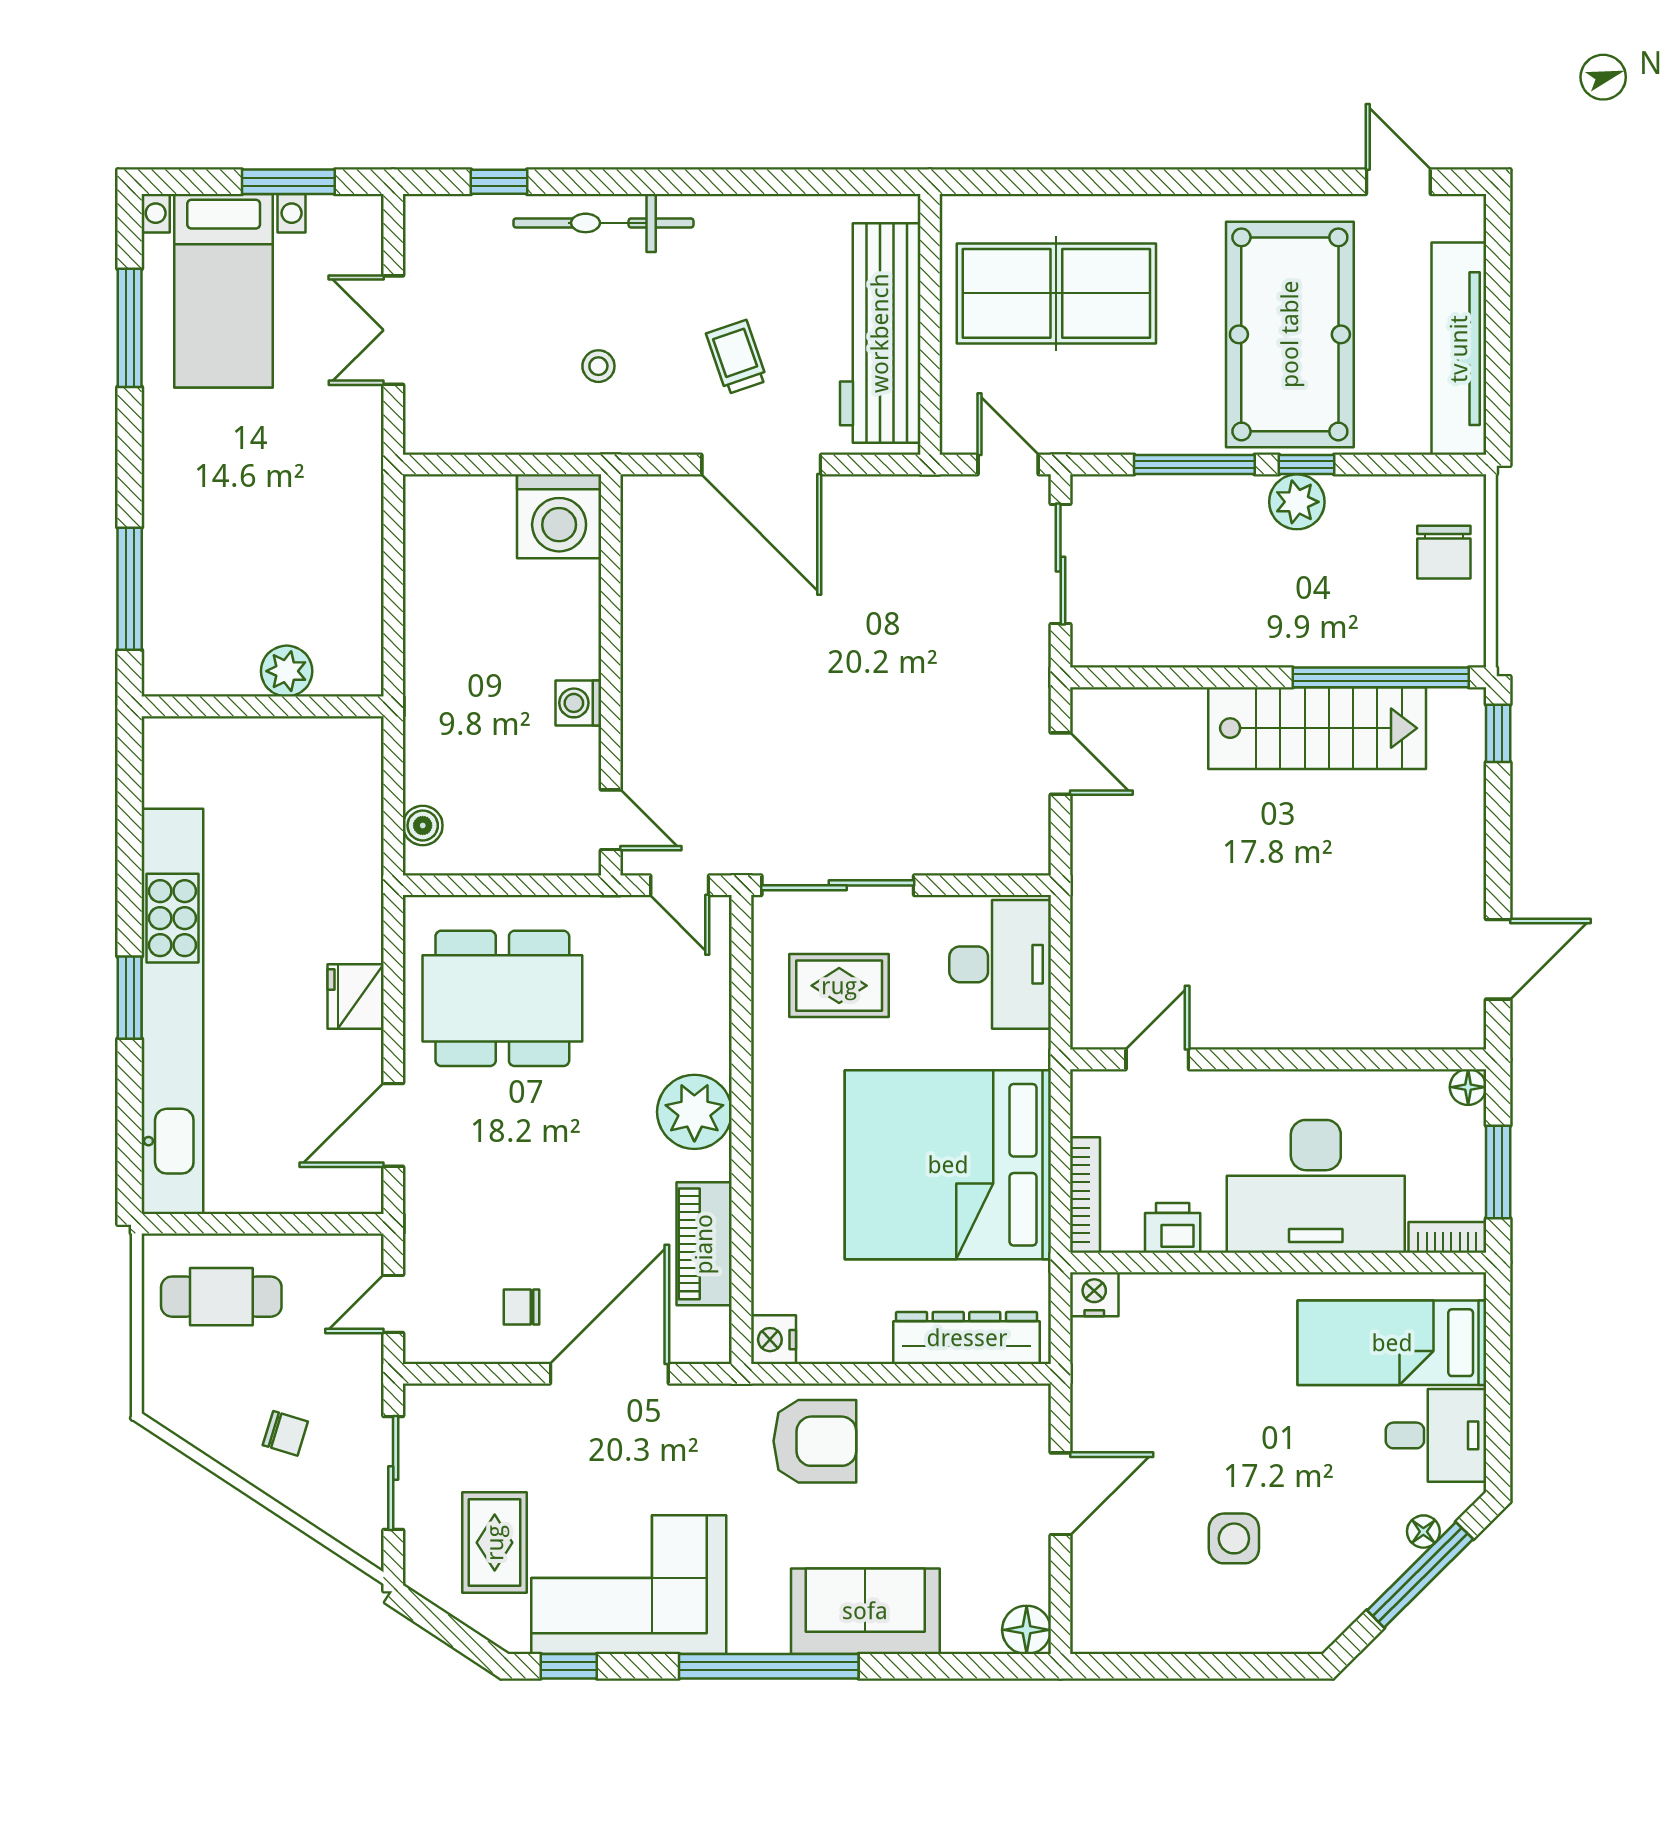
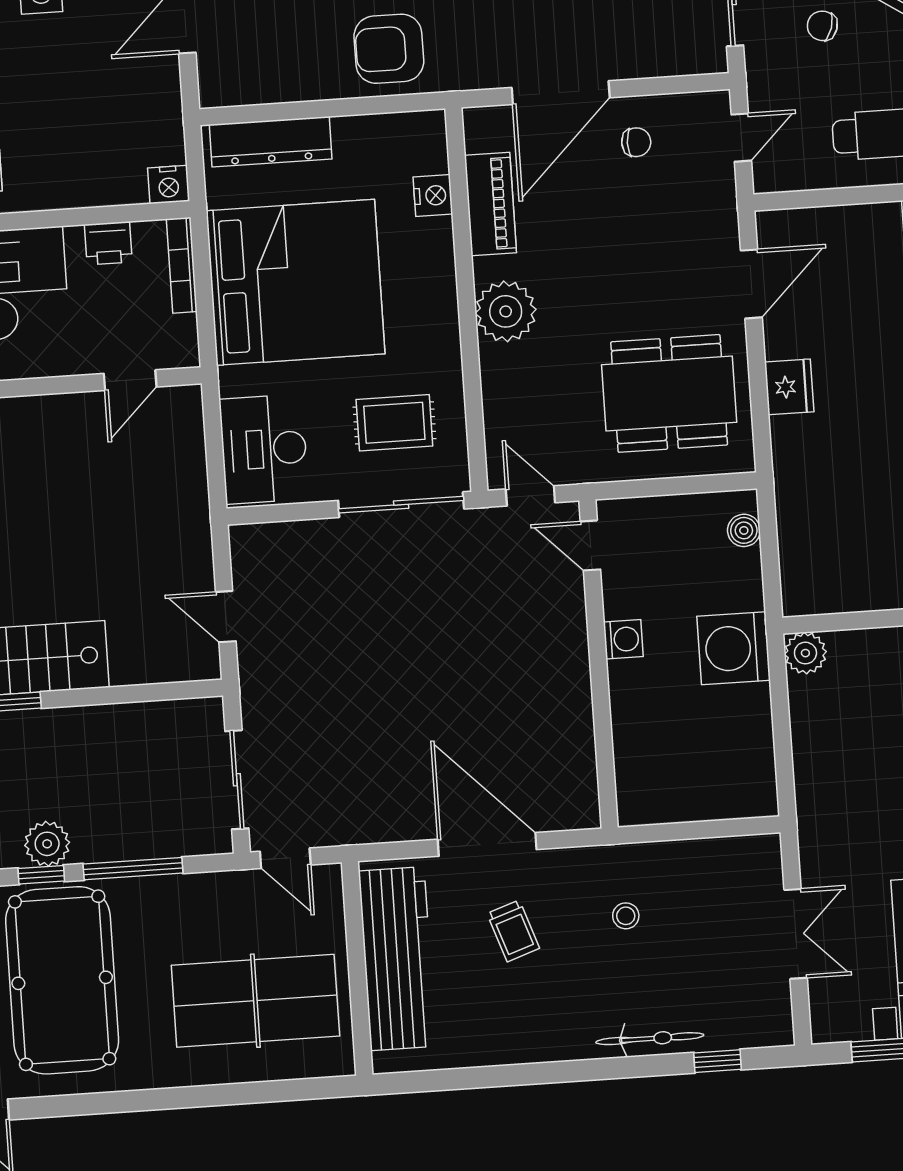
bicycle: (603, 223) -> (650, 1039), width x0.73, depth x0.71
washing machine: (559, 516) -> (734, 648), moved, turned -90
plant: (287, 671) -> (805, 653), moved
nightstand: (773, 1340) -> (433, 195), moved

